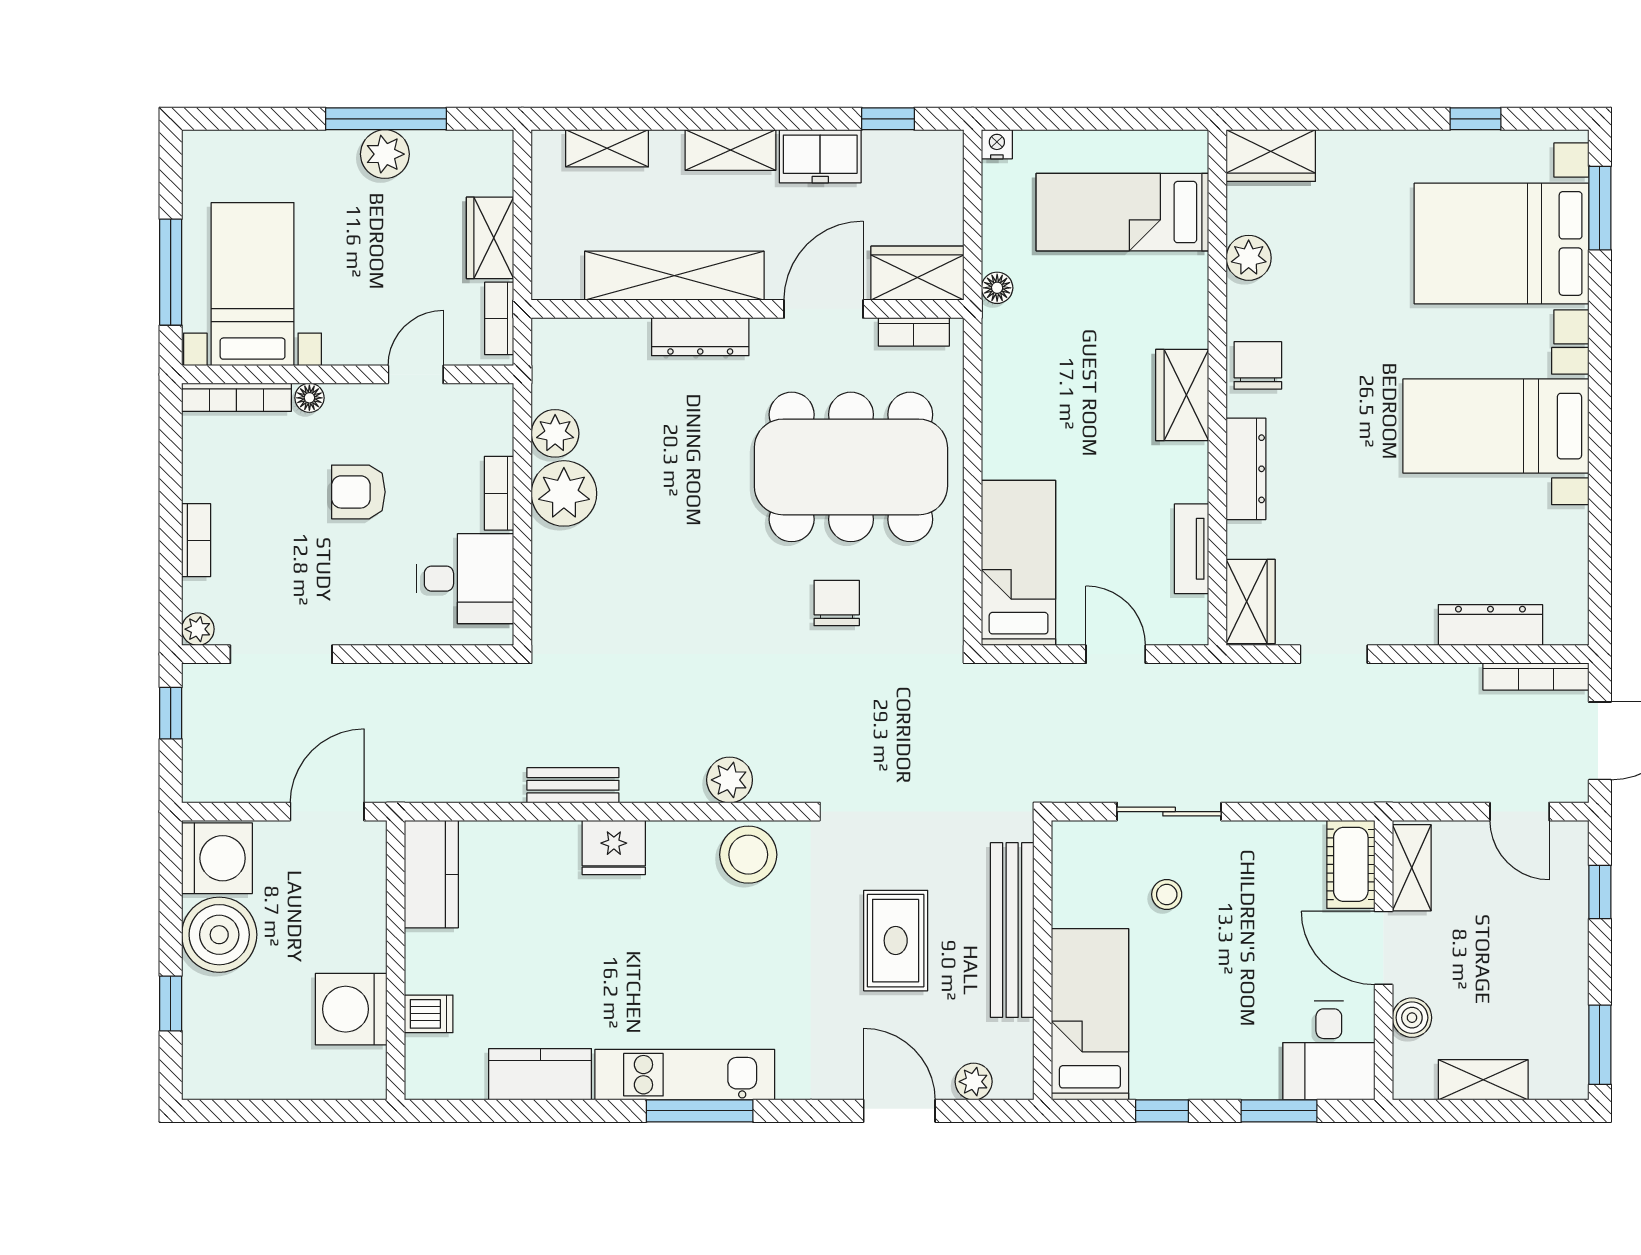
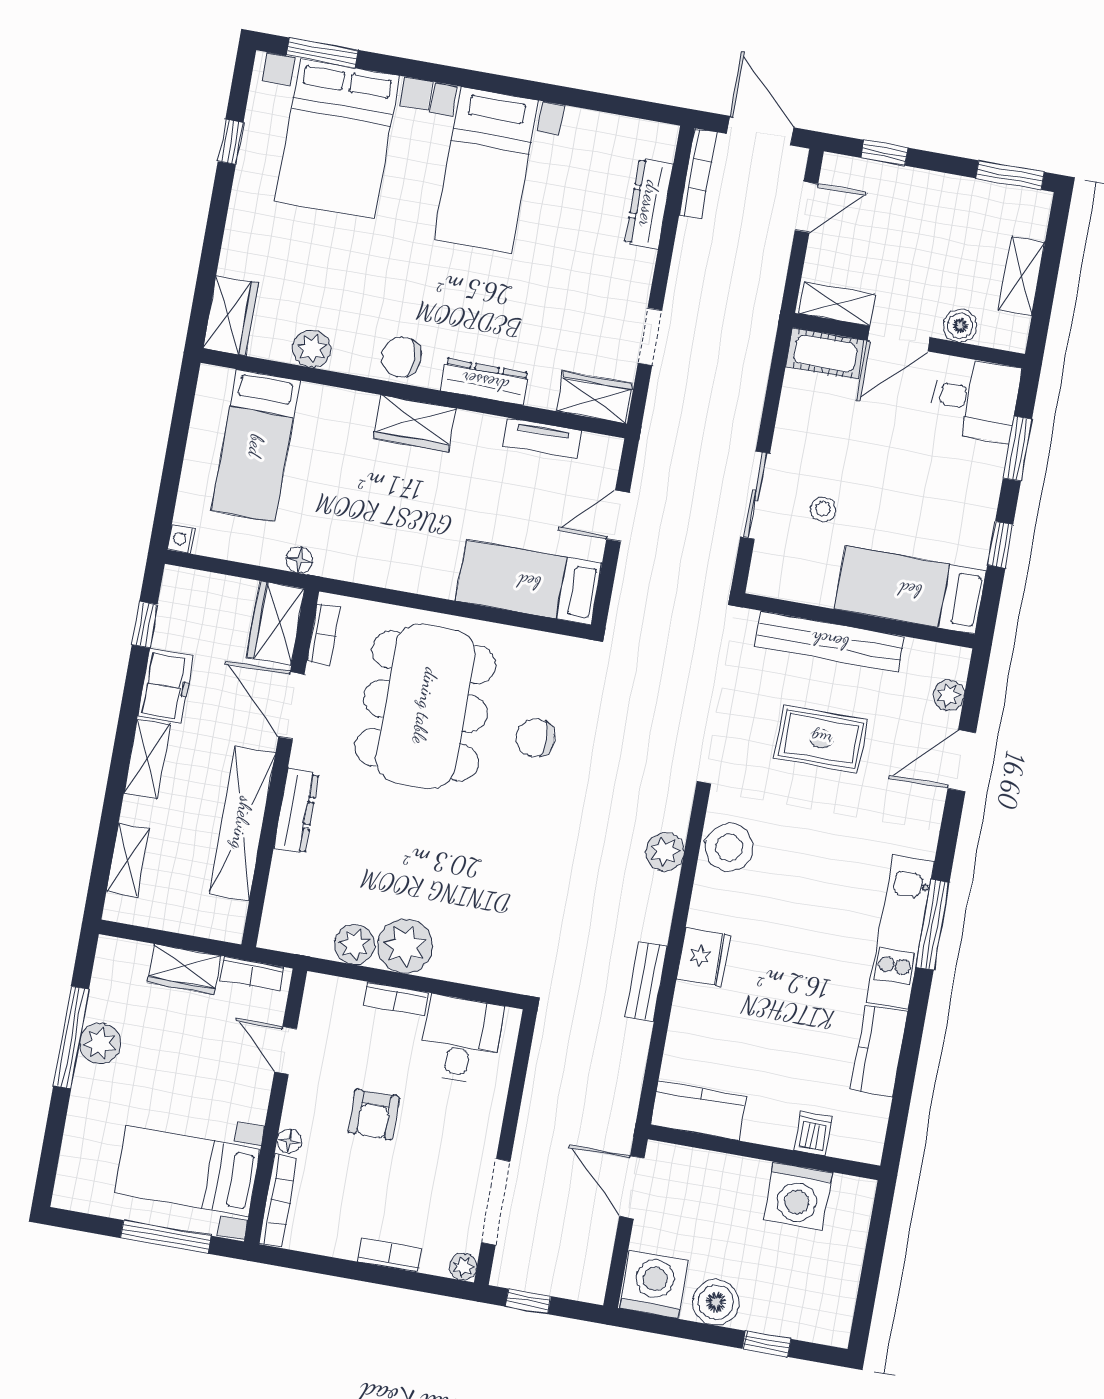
boiler: (219, 935) -> (716, 1302), width x0.73, depth x0.73

